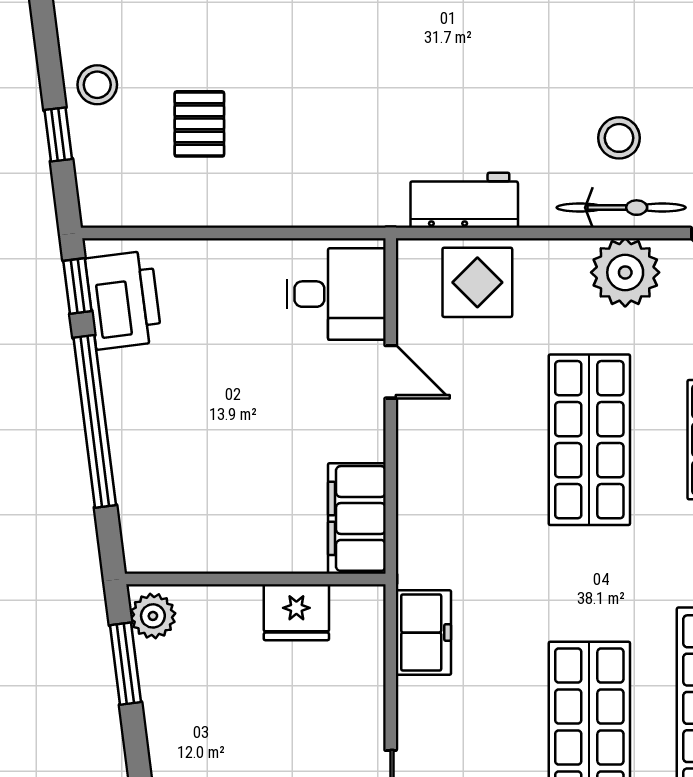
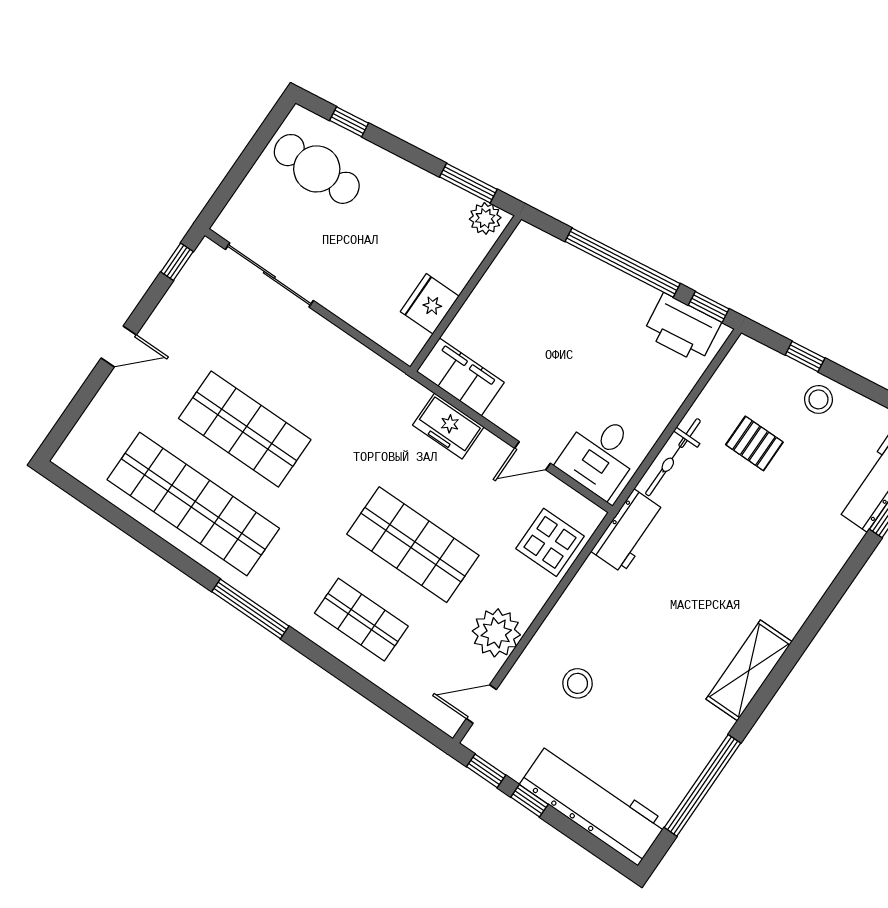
workbench: (464, 200) -> (628, 531), moved
bicycle: (621, 208) -> (673, 457), moved
freezer: (423, 633) -> (448, 426), moved

